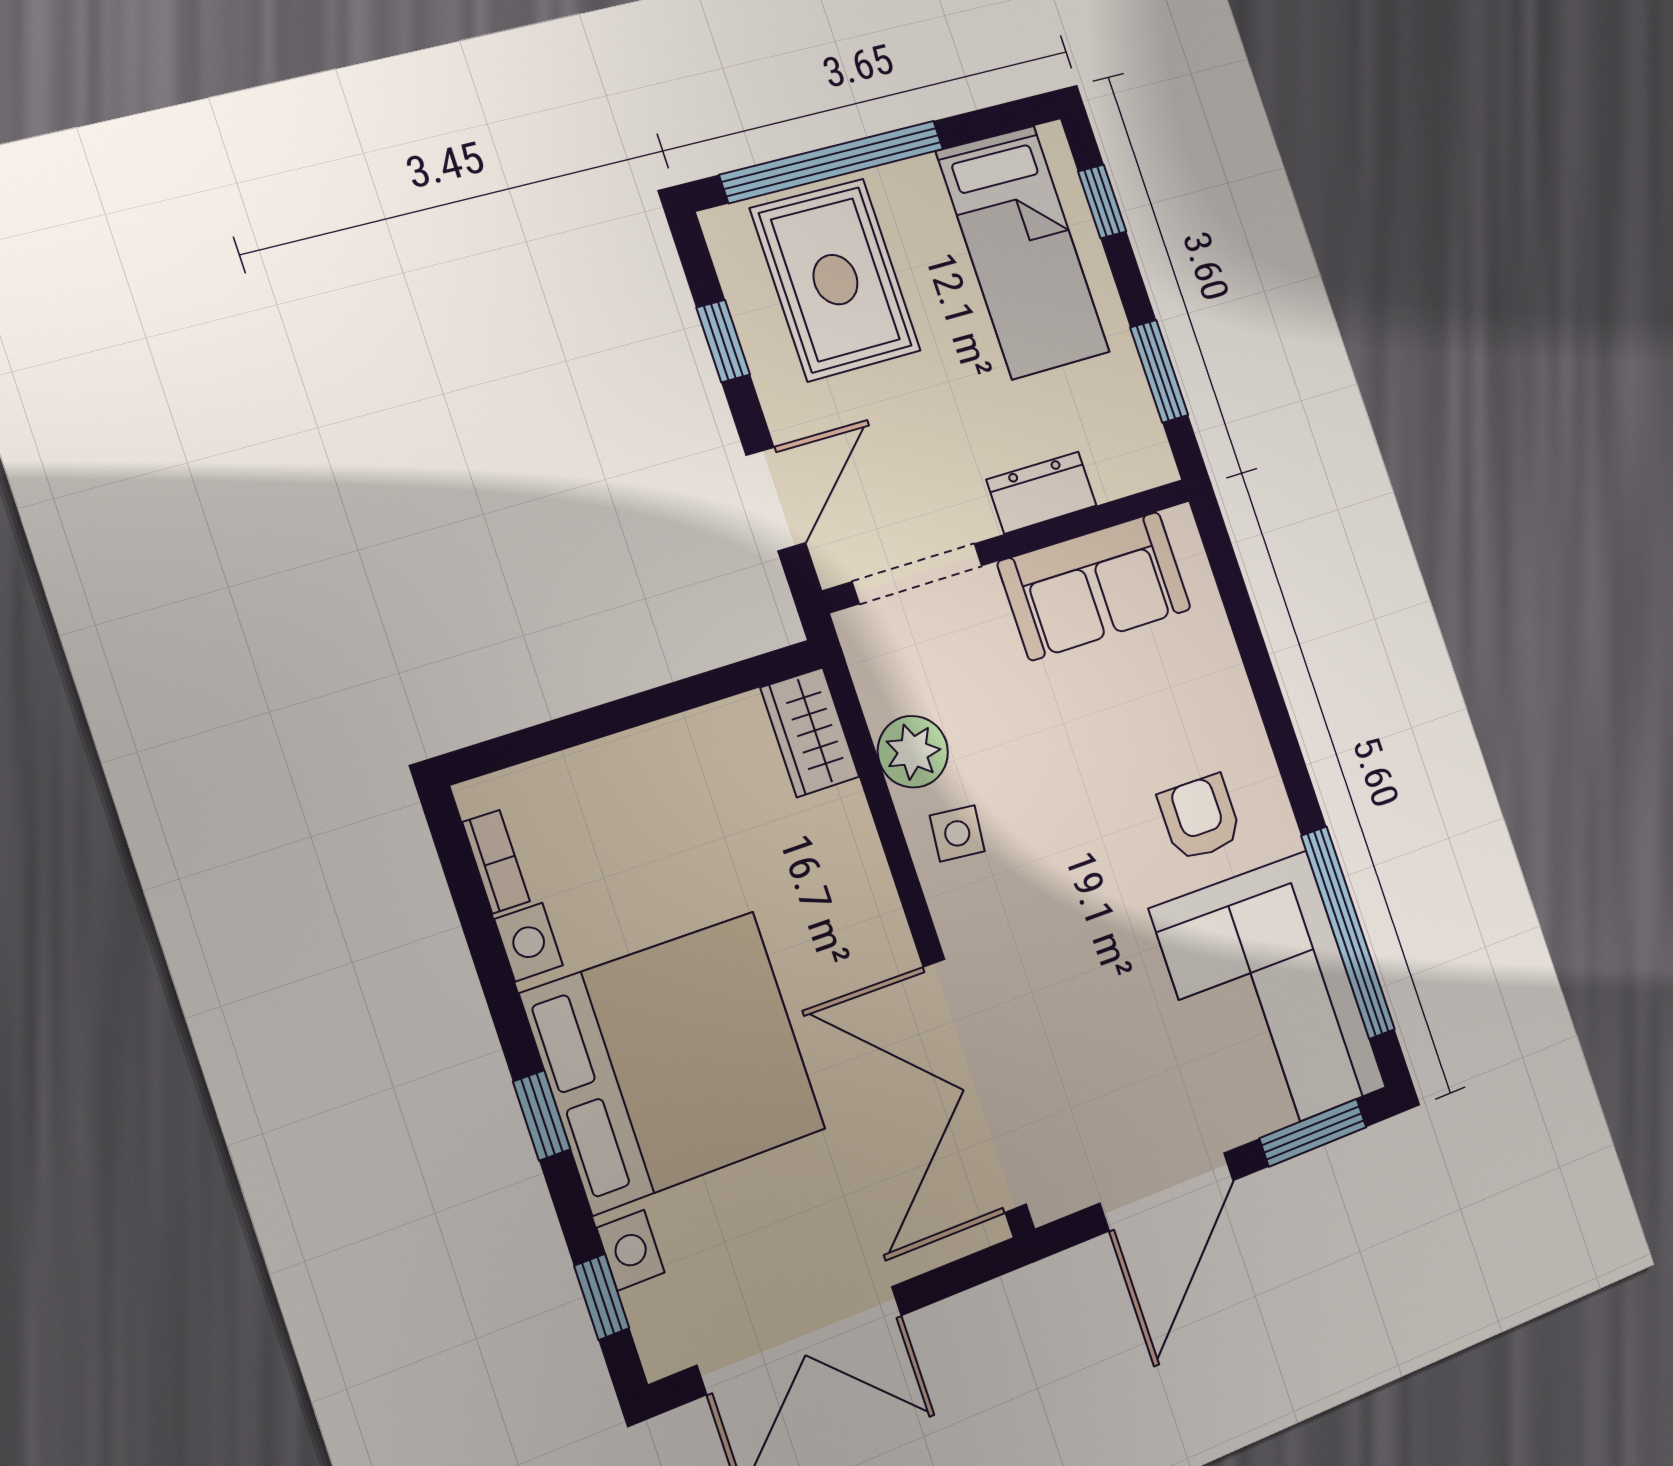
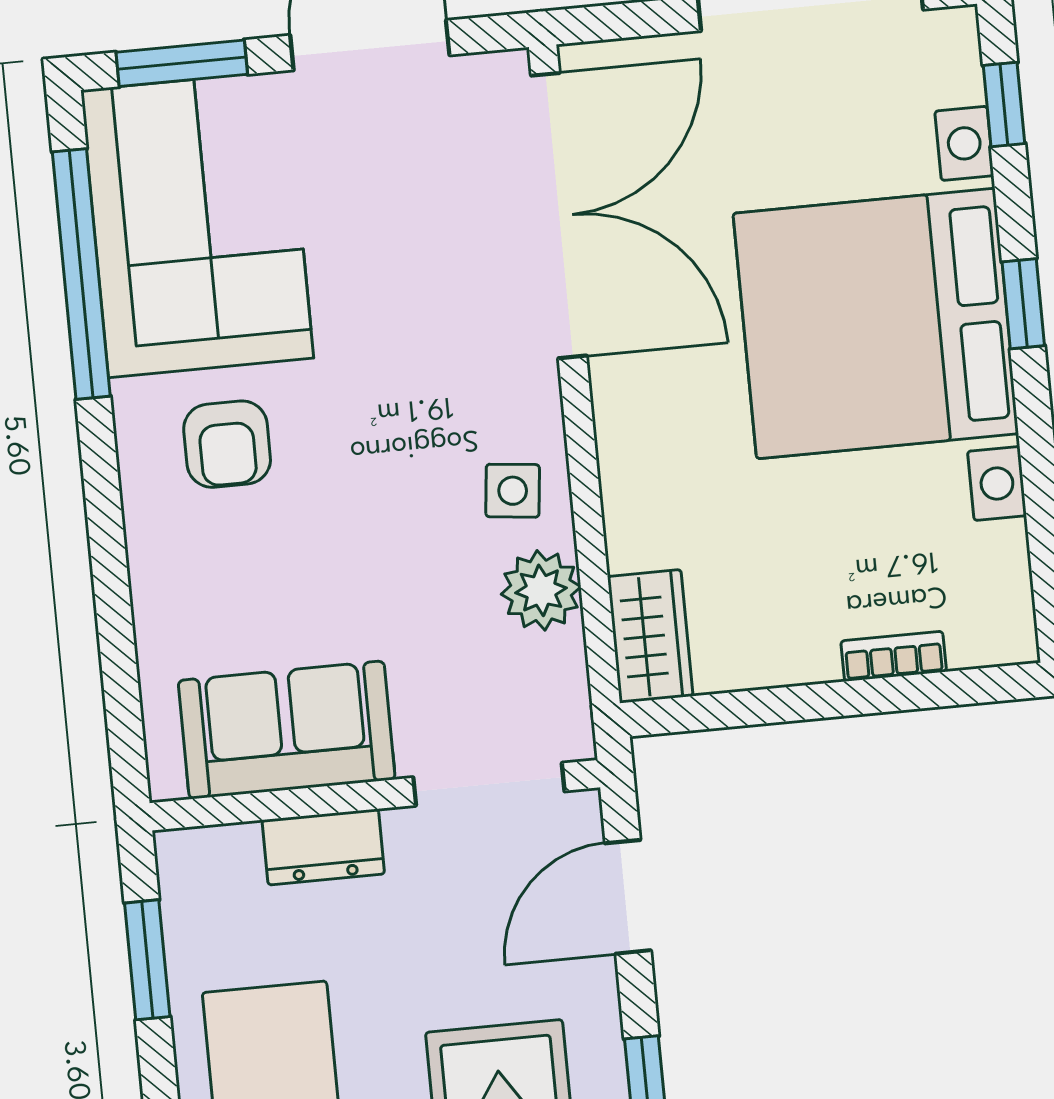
bookcase: (496, 862) -> (894, 656), moved, turned 90

